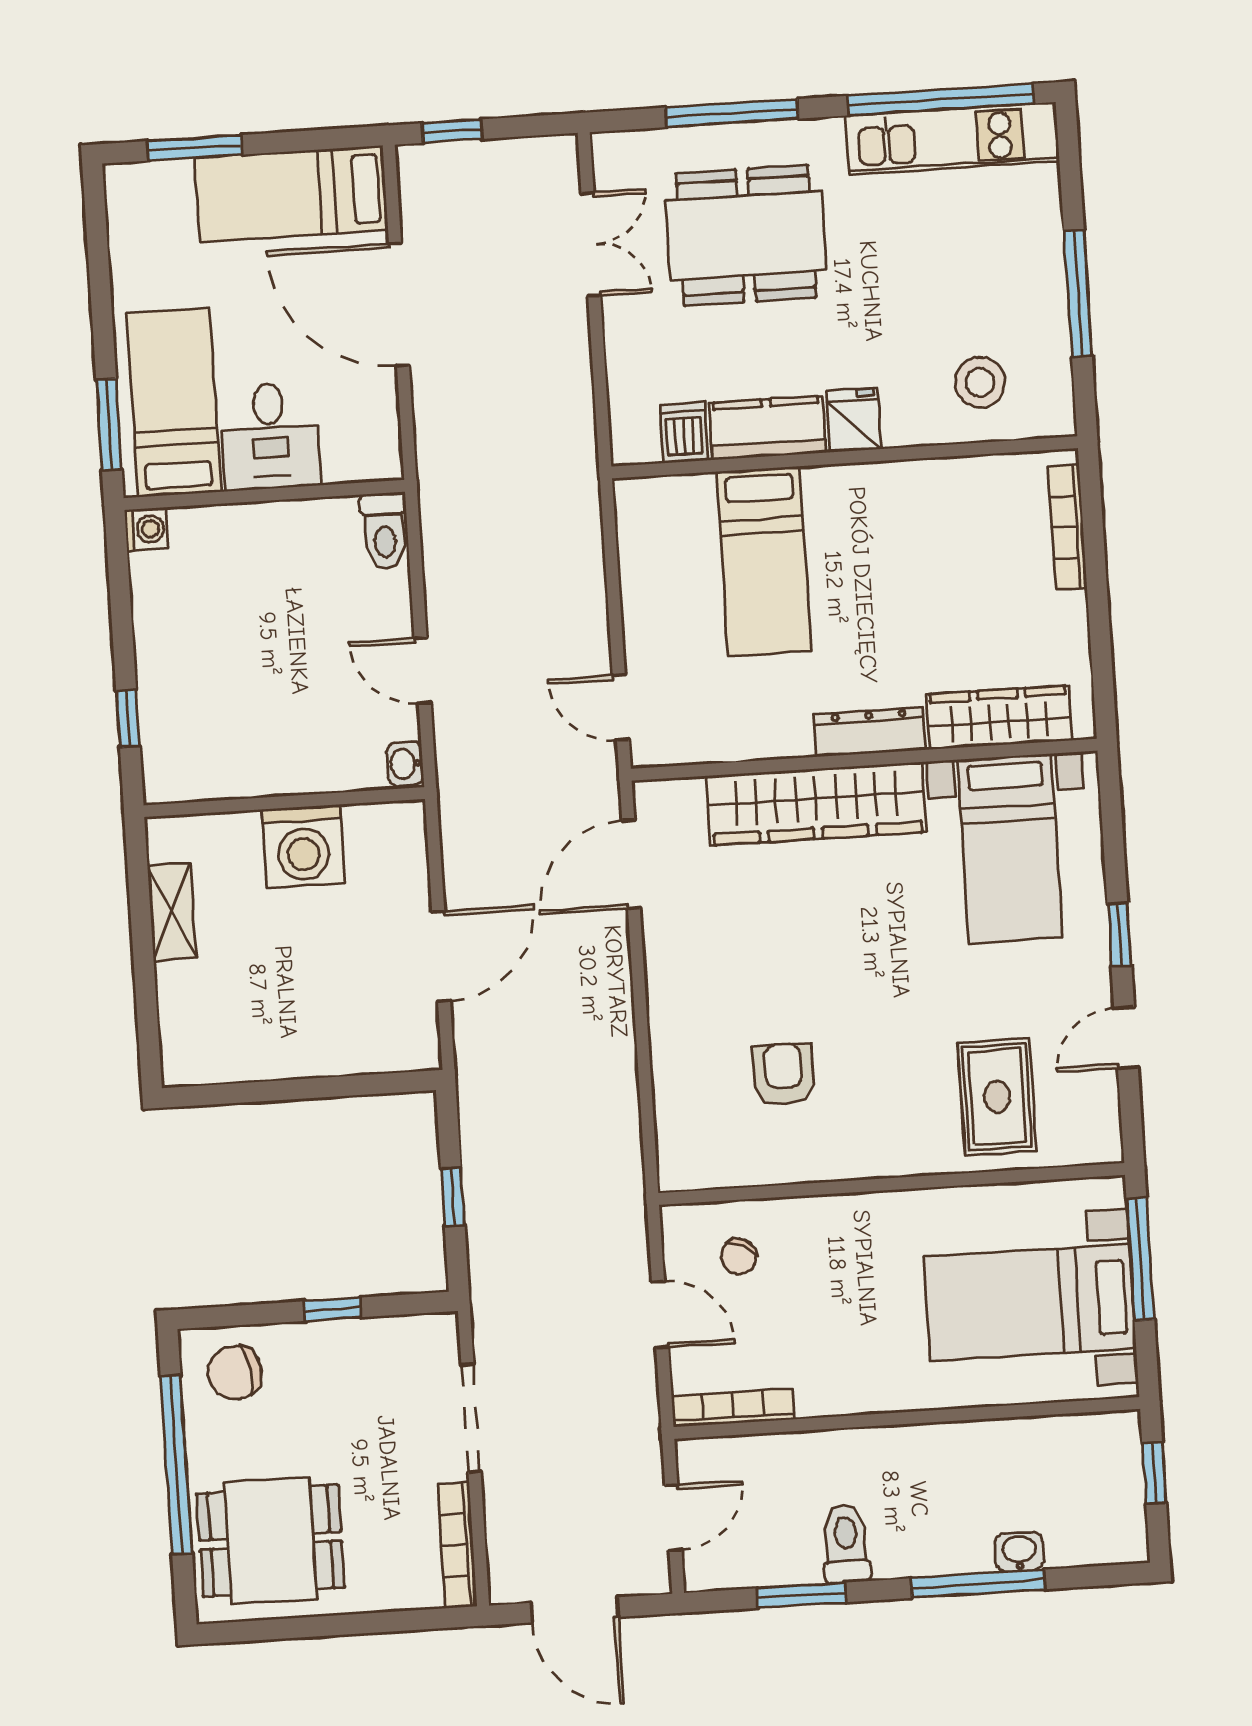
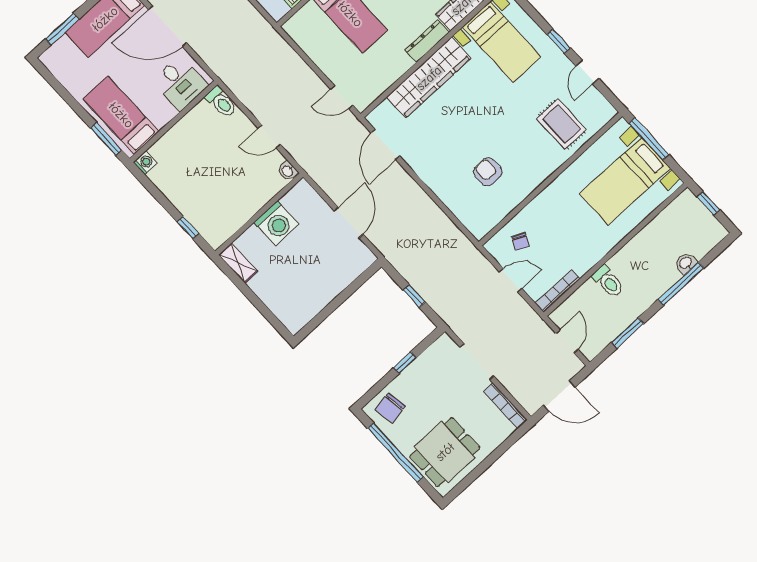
desk: (270, 436) -> (180, 83), moved
shelving: (172, 912) -> (238, 263), moved
toilet: (846, 1544) -> (608, 281), moved, turned 180

